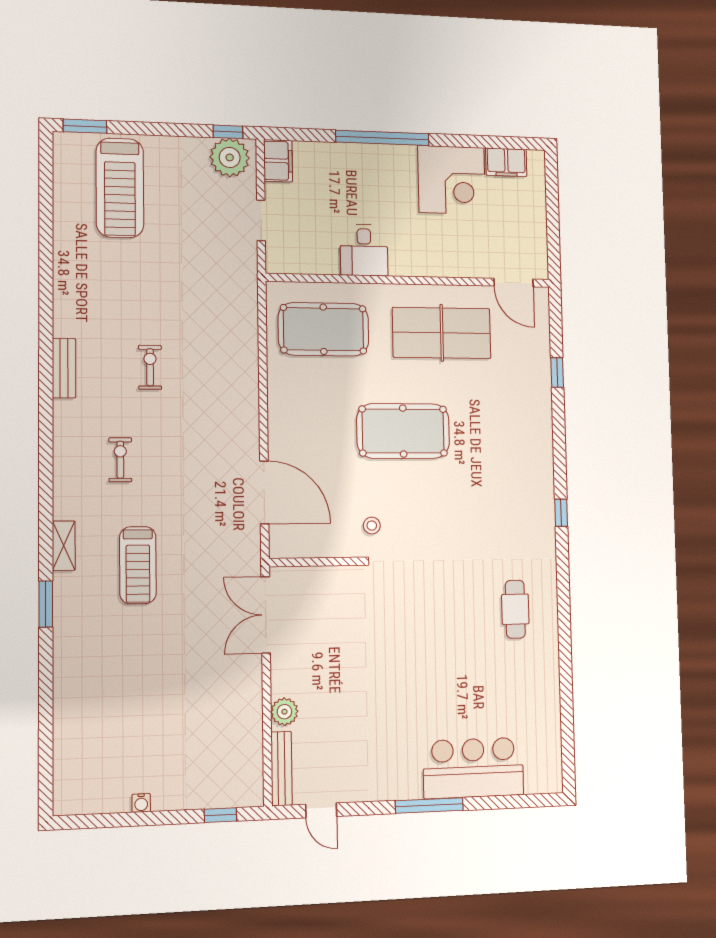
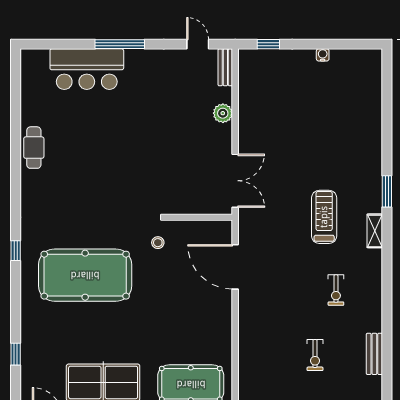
pool table: (403, 431) -> (85, 275), moved, width x1.36, depth x1.32
cafe table: (515, 609) -> (34, 148), moved
bench: (281, 769) -> (225, 67), width x0.73

